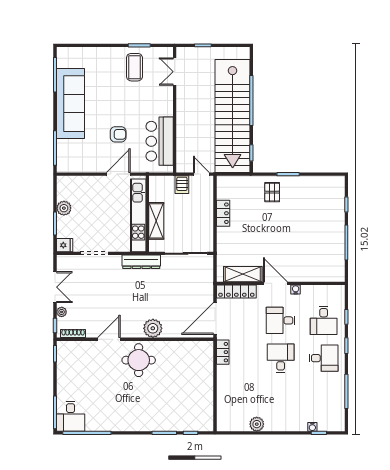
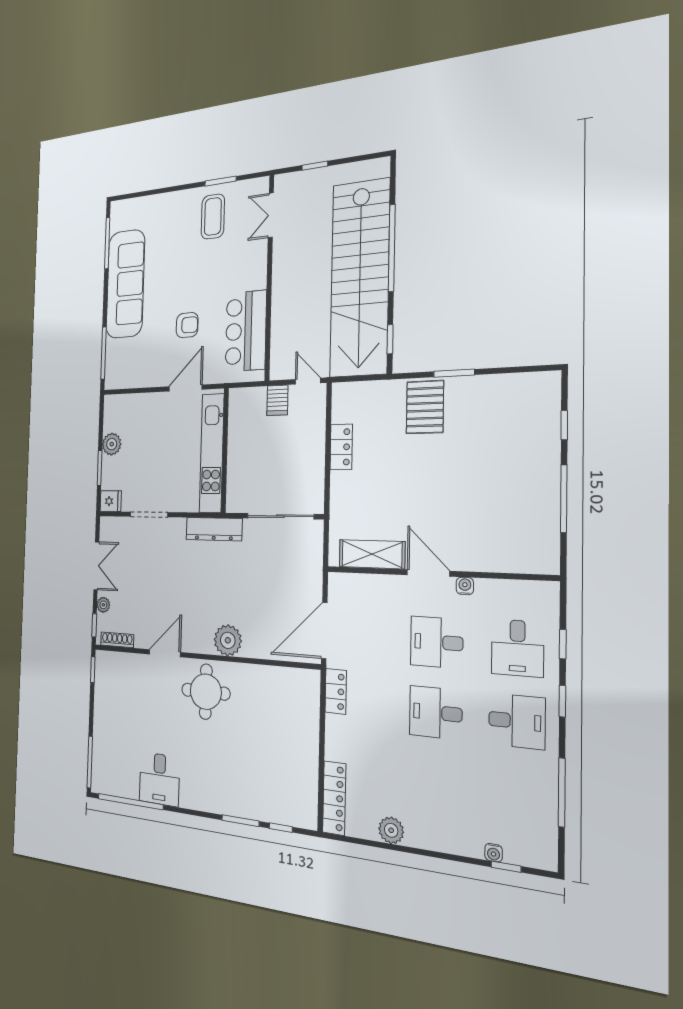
pallet: (272, 192) -> (425, 407), width x1.50, depth x1.42
shelving: (156, 221) -> (238, 462), removed
locker: (236, 291) -> (334, 798), moved, turned -90
desk: (281, 358) -> (436, 713), turned -90
desk: (71, 416) -> (159, 779), moved

